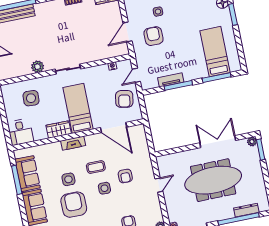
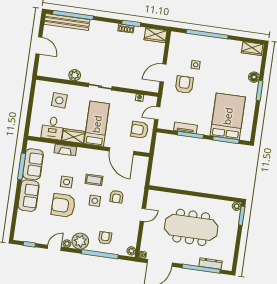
bed: (215, 52) -> (228, 116), width x1.50
armchair: (124, 99) -> (140, 130), turned 80
desk: (20, 132) -> (53, 128), moved
double door: (218, 142) -> (207, 196), removed
fireplace: (73, 143) -> (65, 150), moved
armchair: (74, 205) -> (63, 205), turned -90

